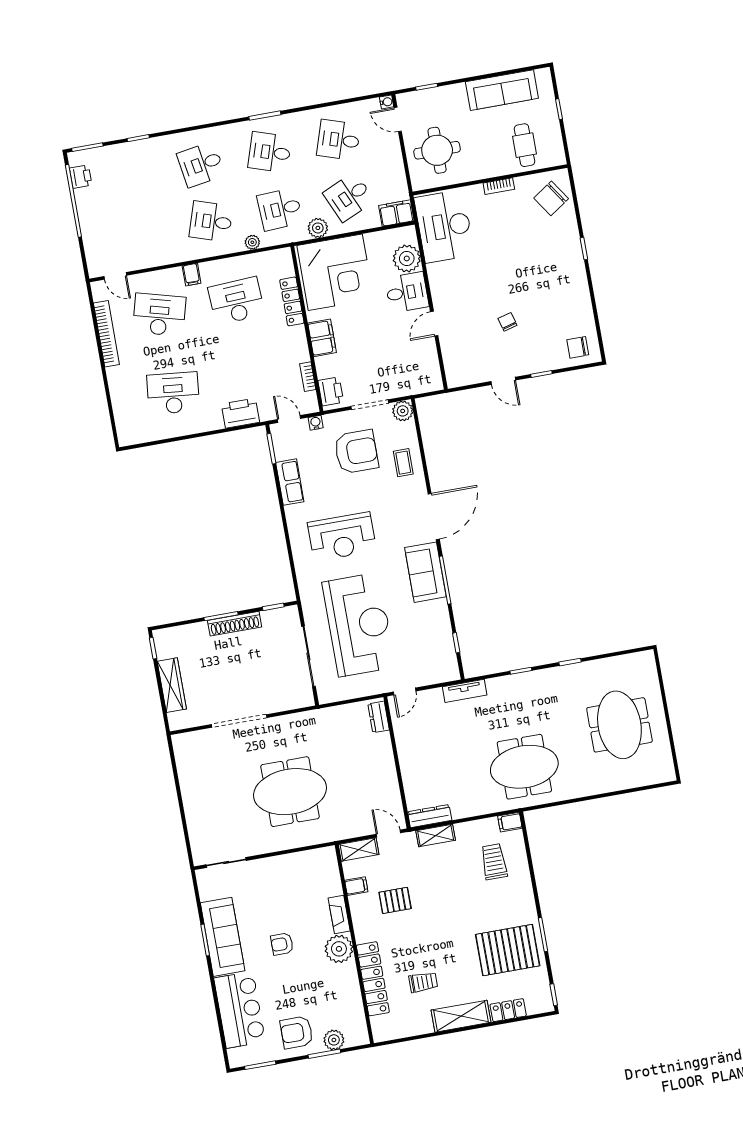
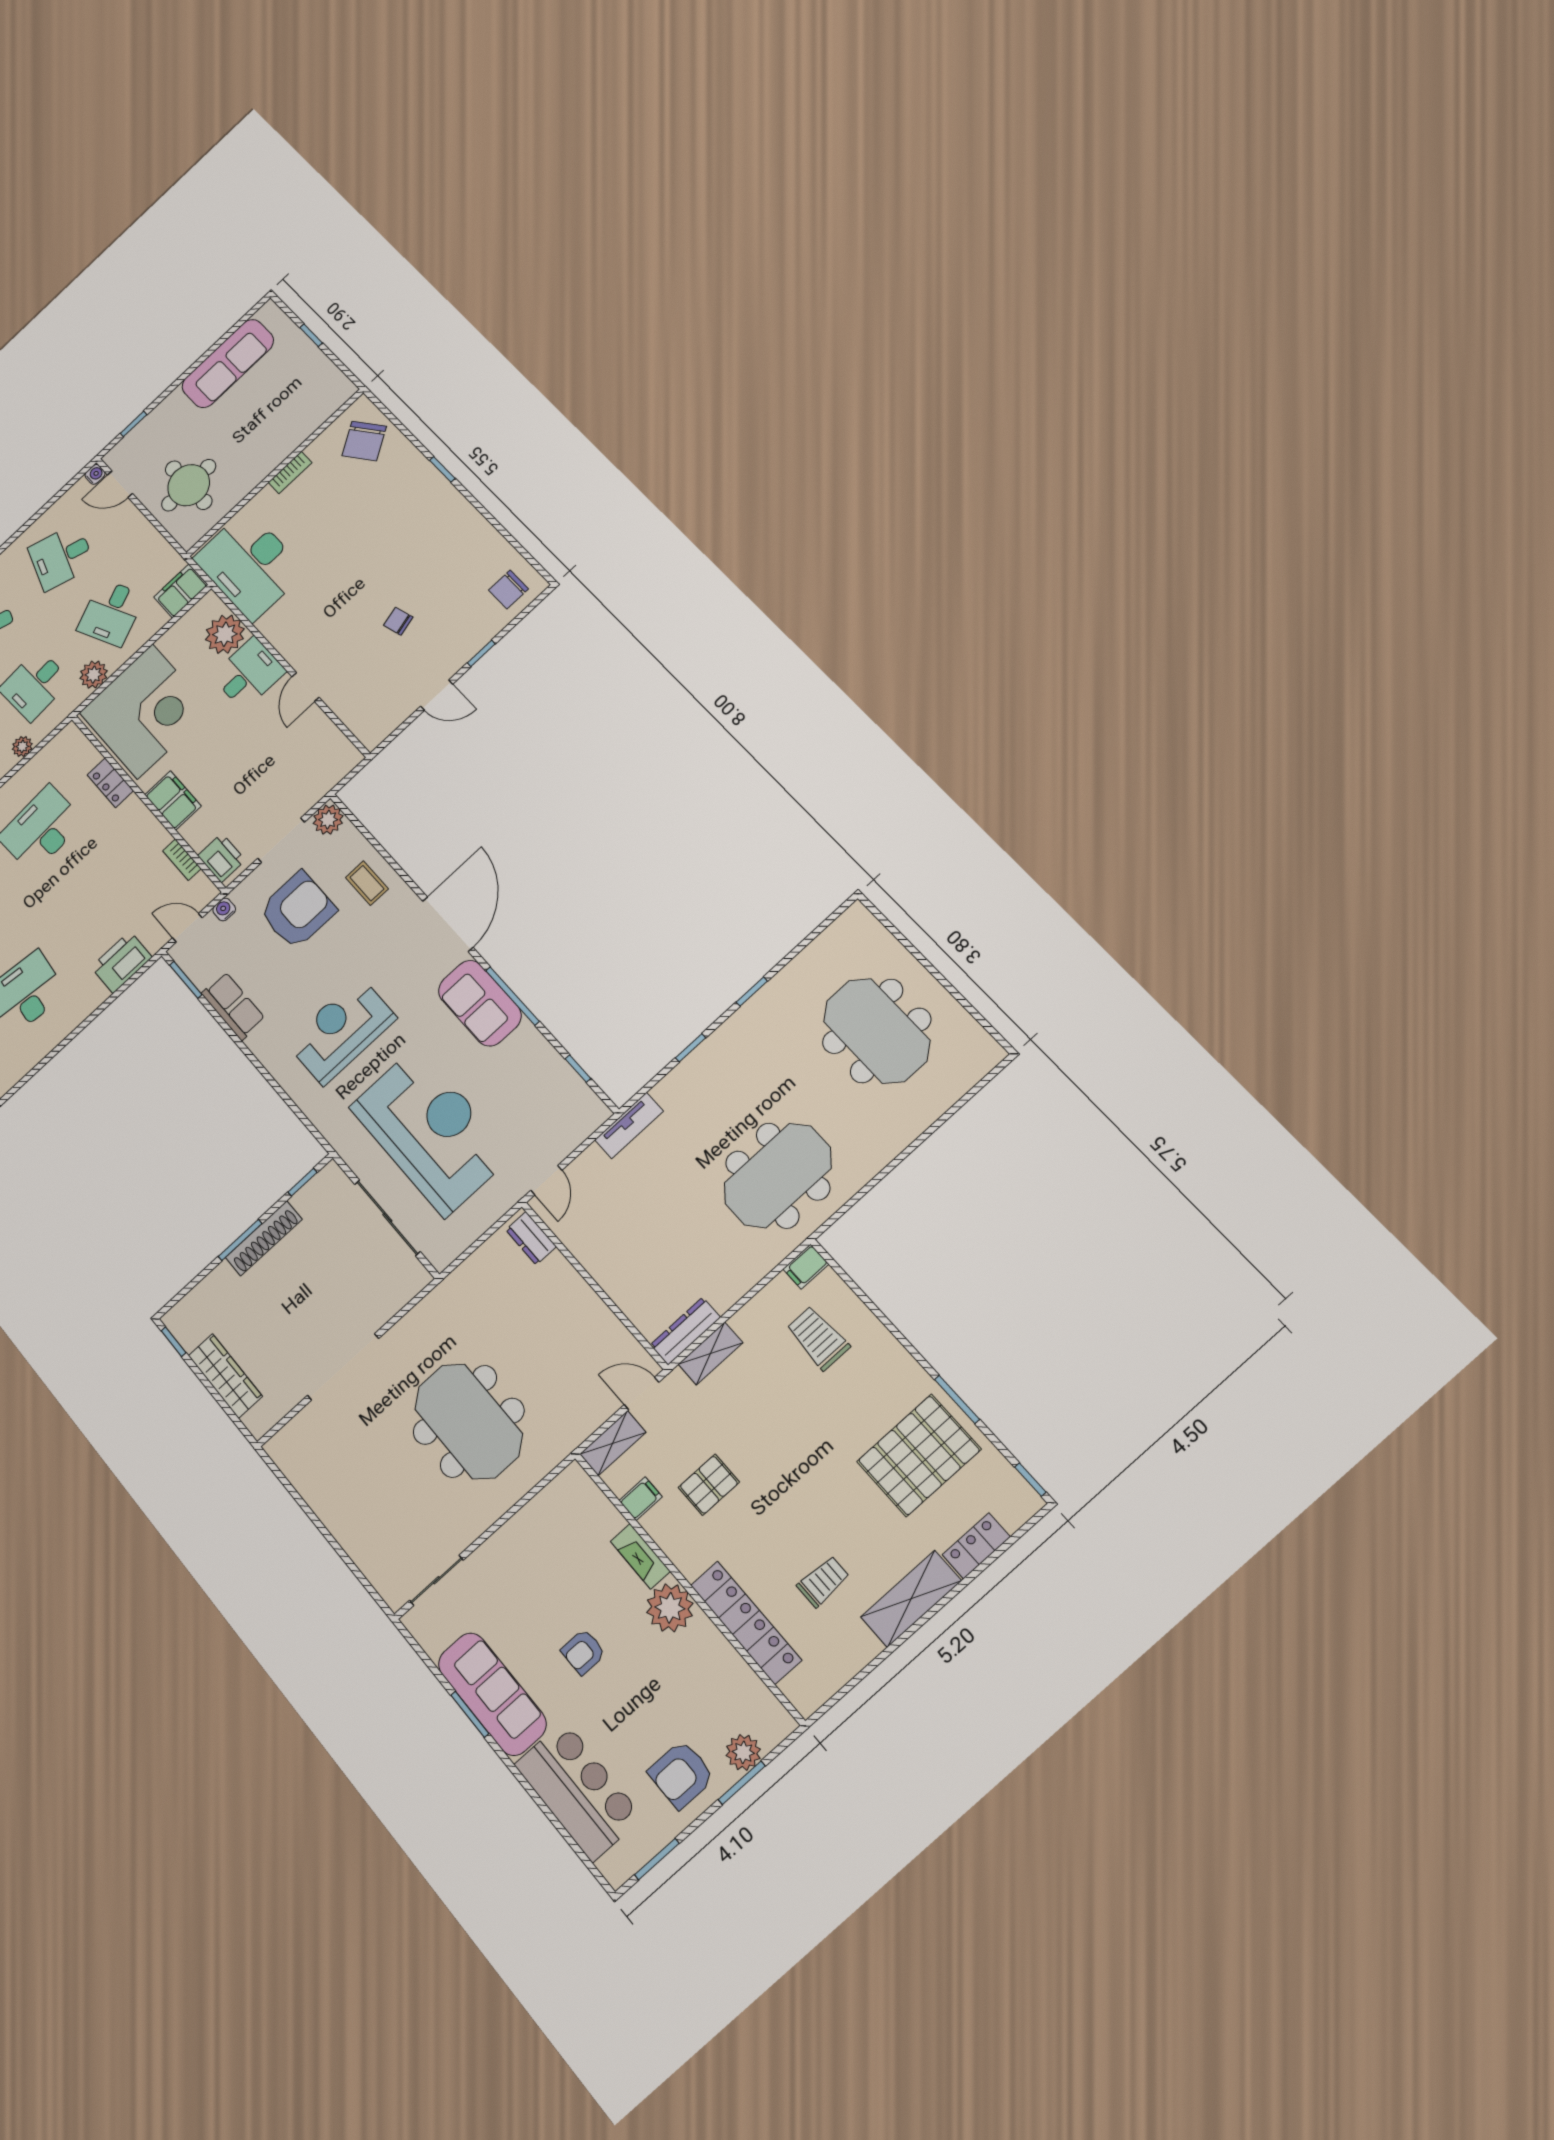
cafe table: (525, 145) -> (293, 405), removed
locker: (292, 301) -> (110, 783), width x0.66
reception desk: (342, 537) -> (341, 1030), turned 180
meeting table: (290, 792) -> (469, 1421), turned 90

